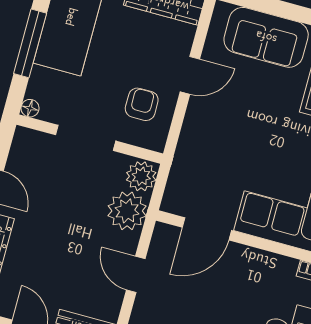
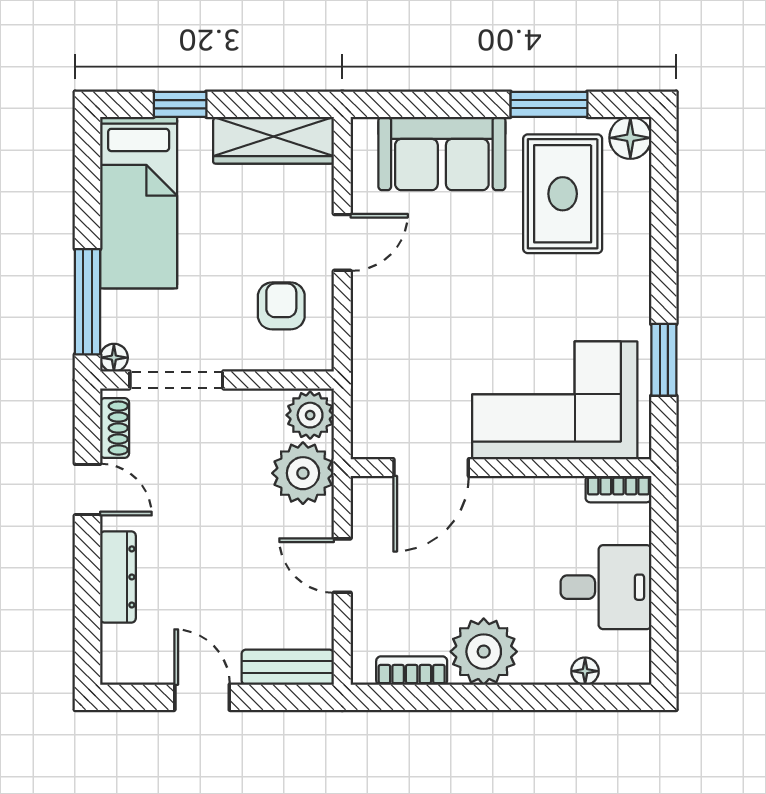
window: (30, 43) -> (87, 302), moved
doorway: (86, 138) -> (176, 380), moved
shoe rack: (19, 152) -> (115, 428), added

